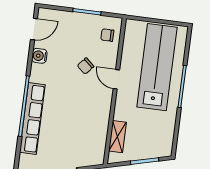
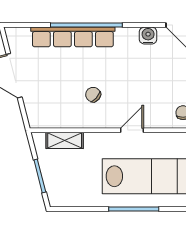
chair: (86, 66) -> (93, 95), moved

